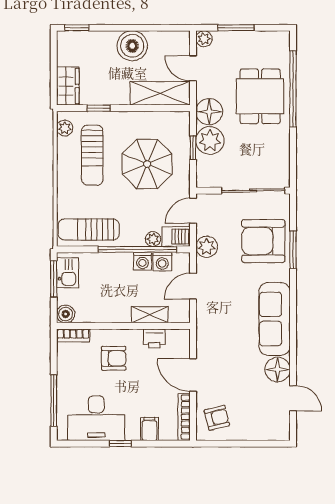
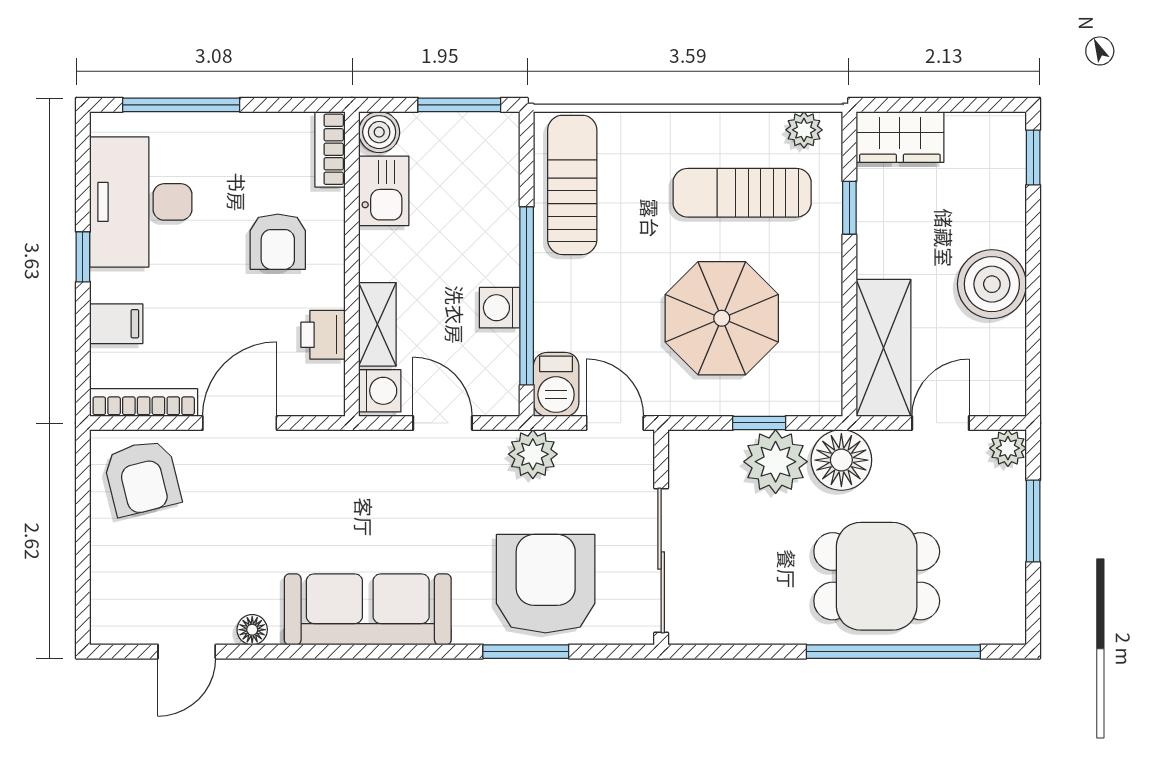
plant: (153, 239) -> (551, 332), removed
washing machine: (162, 262) -> (380, 391), moved, turned 180
kitchen sink: (68, 273) -> (384, 191), moved, turned -90
floor lamp: (278, 370) -> (252, 630), width x0.53, depth x0.53
armchair: (217, 418) -> (142, 478), width x1.38, depth x1.38

